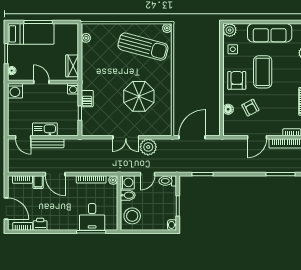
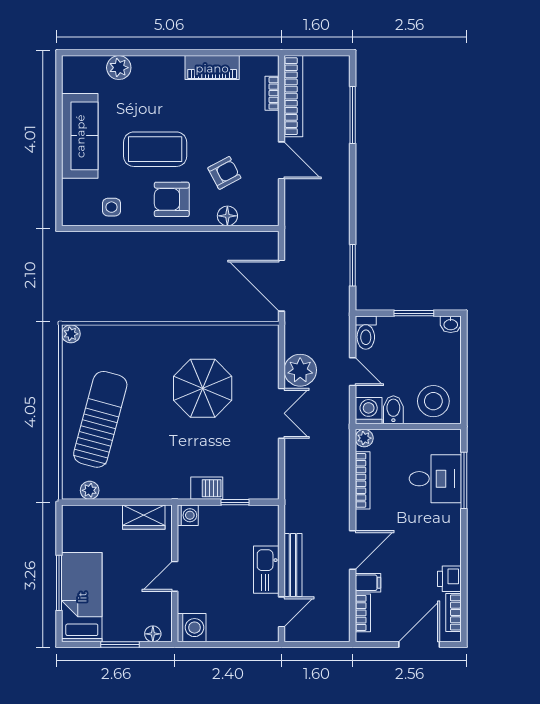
plant: (230, 30) -> (75, 213), removed
sun lounger: (143, 47) -> (100, 419), moved

